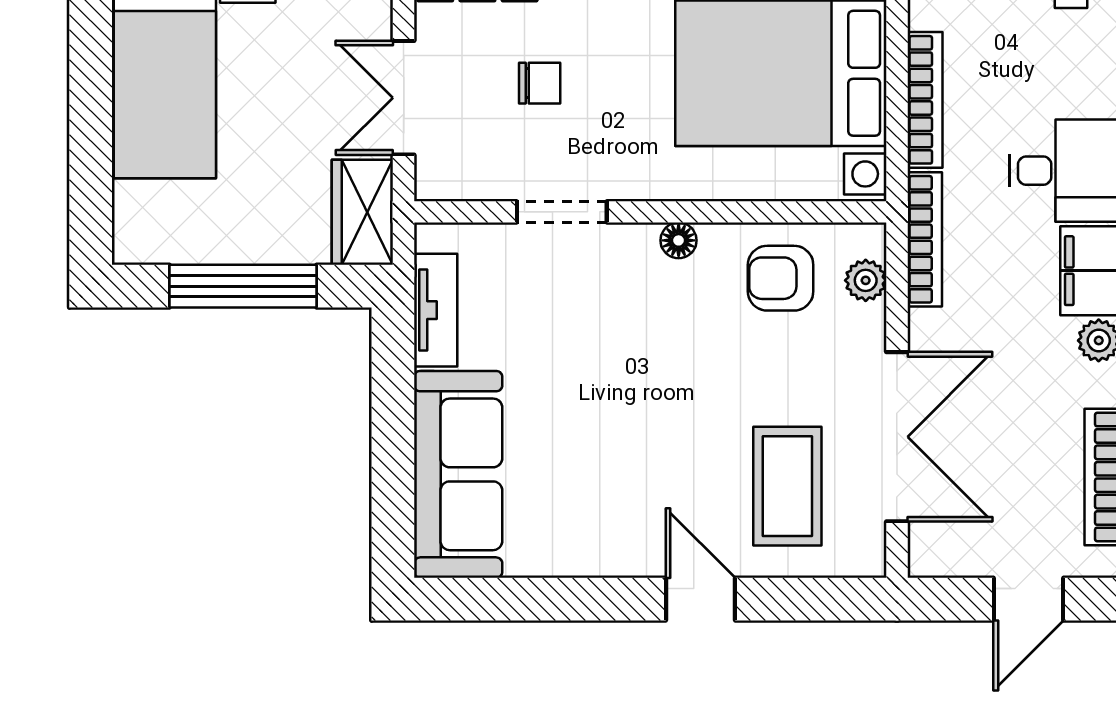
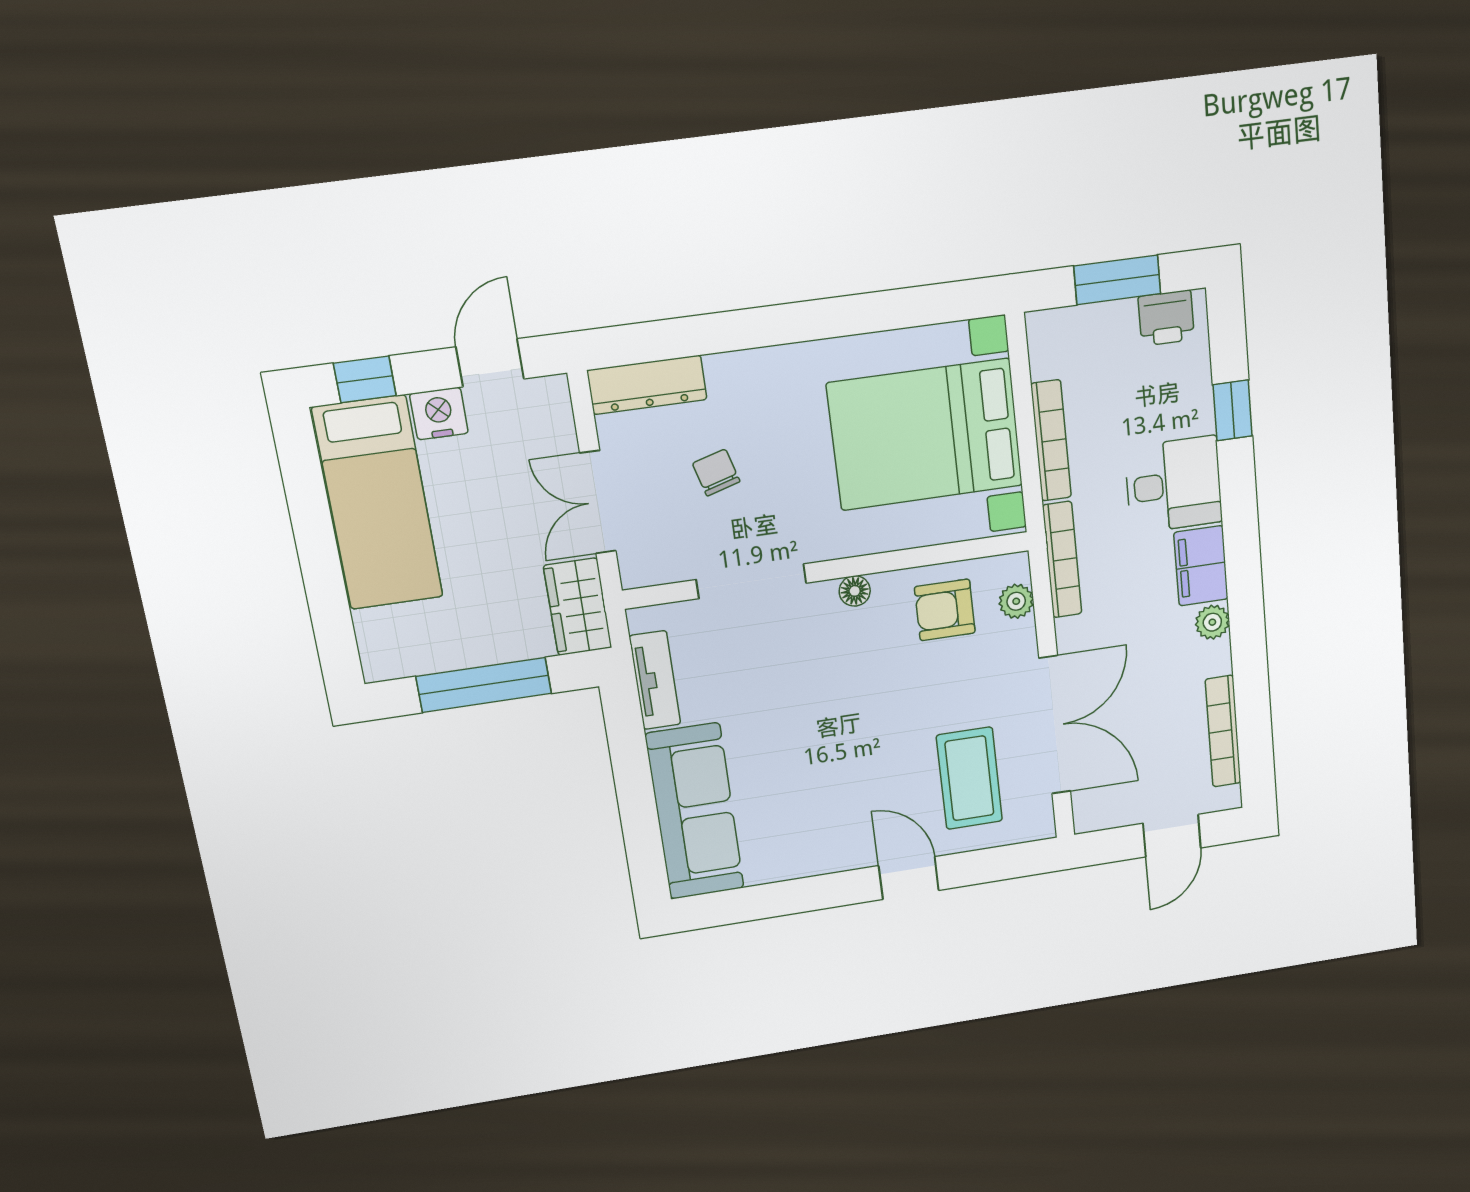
chair: (540, 83) -> (716, 473), turned -106
doorway: (562, 212) -> (751, 581), width x1.38

